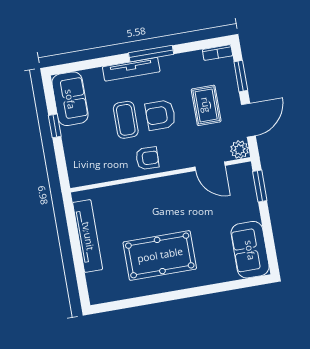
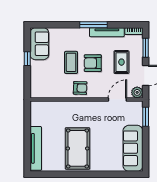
tv unit: (131, 69) -> (107, 32), moved
door: (210, 166) -> (117, 99), swing flipped
tv unit: (88, 236) -> (36, 148), moved
sofa: (250, 250) -> (133, 148), width x1.36
pool table: (160, 255) -> (78, 148), turned 90

